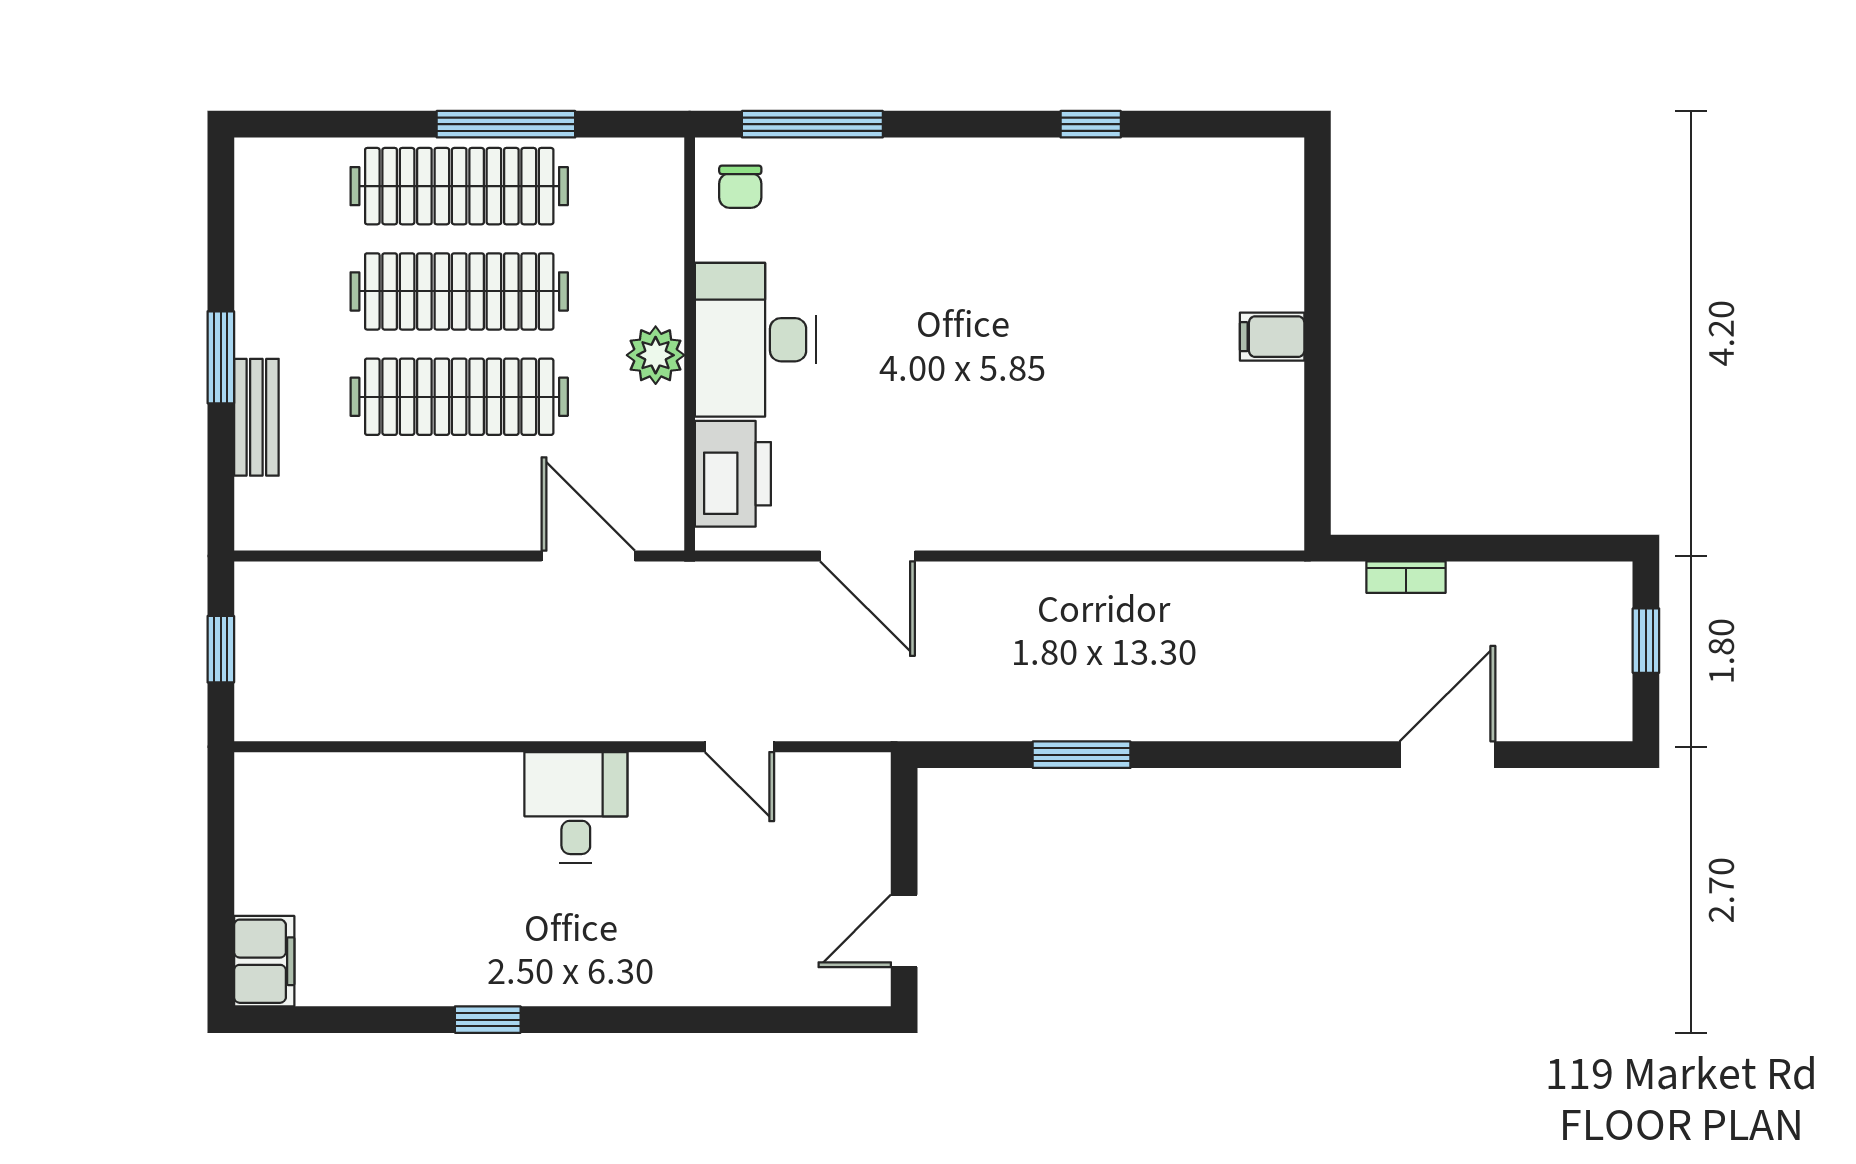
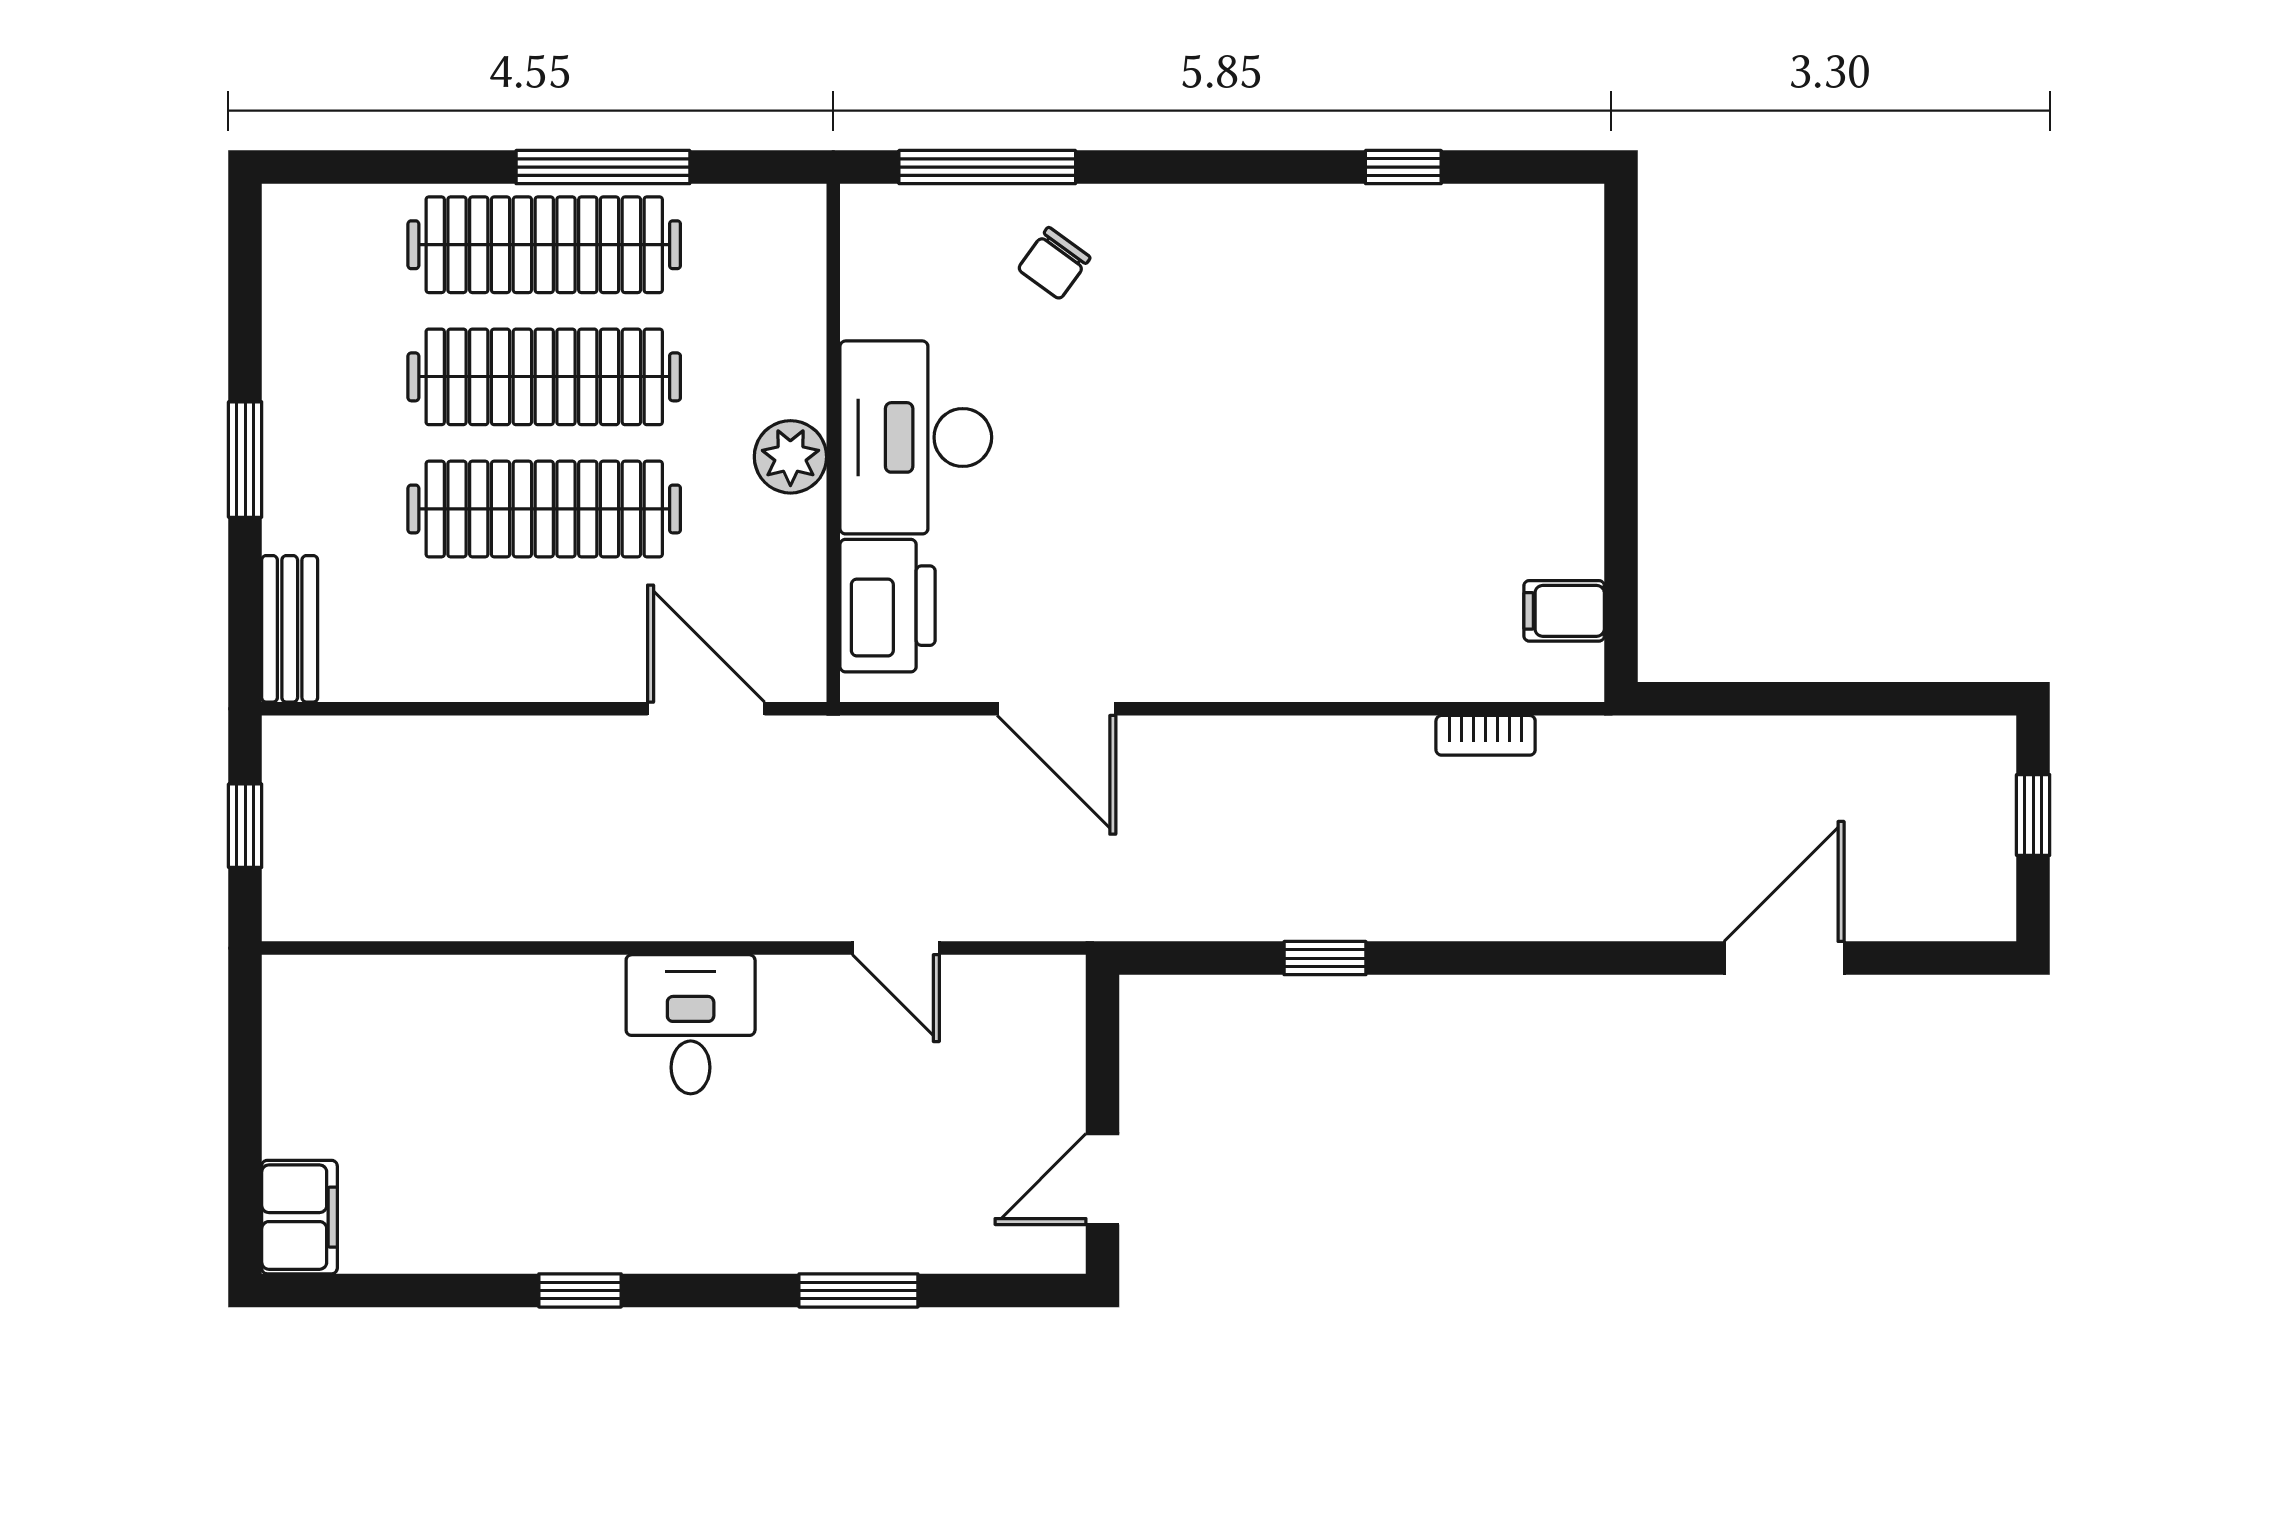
window: (1091, 124) -> (1403, 167), moved
chair: (740, 187) -> (1054, 263), moved, turned 36
filing cabinet: (1272, 337) -> (1564, 611), moved
bench: (256, 417) -> (290, 629), moved
bookcase: (1406, 577) -> (1486, 735), moved
window: (1082, 755) -> (1325, 958), width x0.67
window: (710, 1020) -> (858, 1290), added

